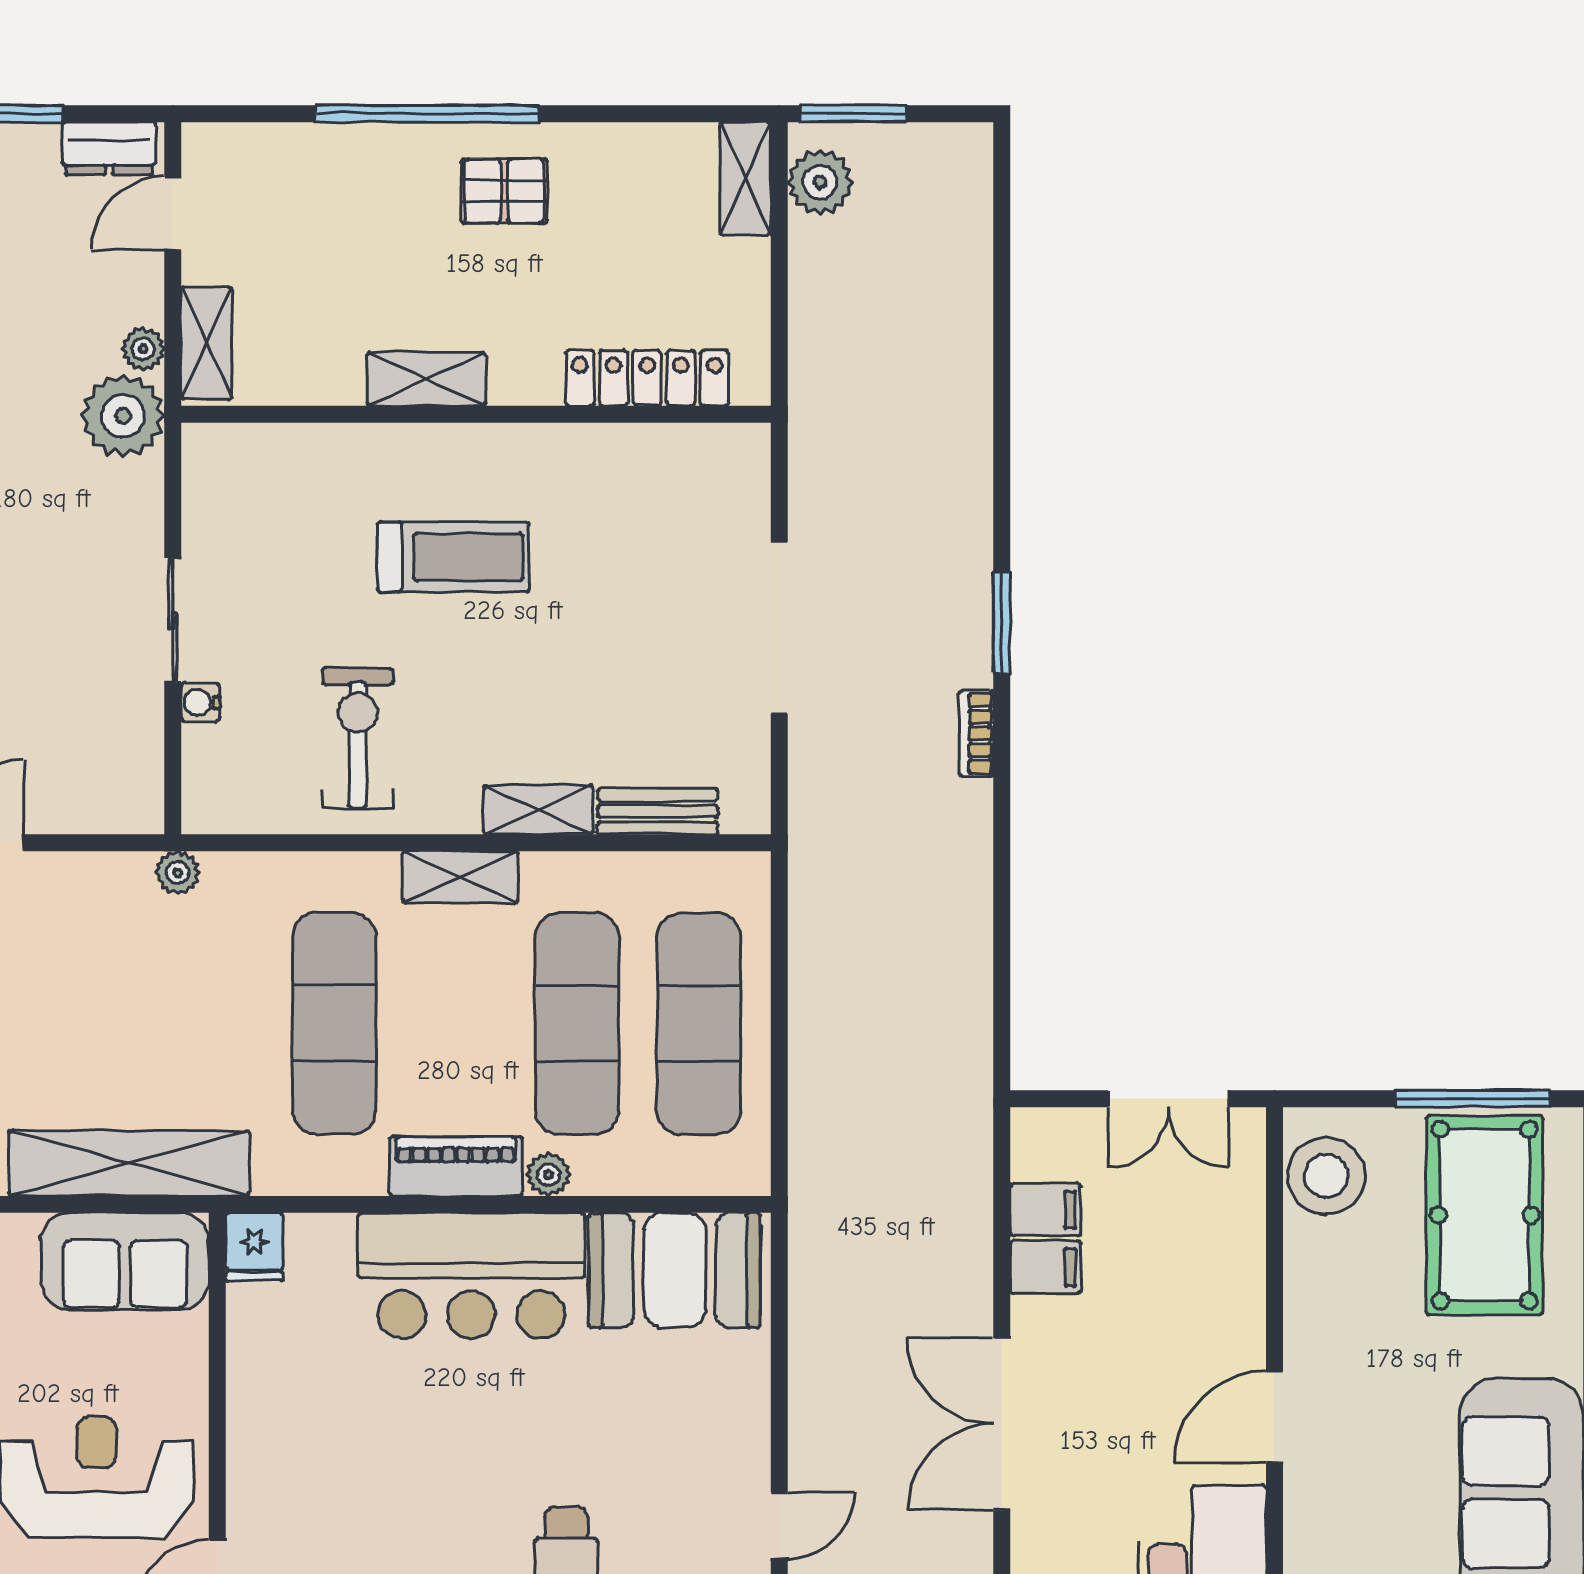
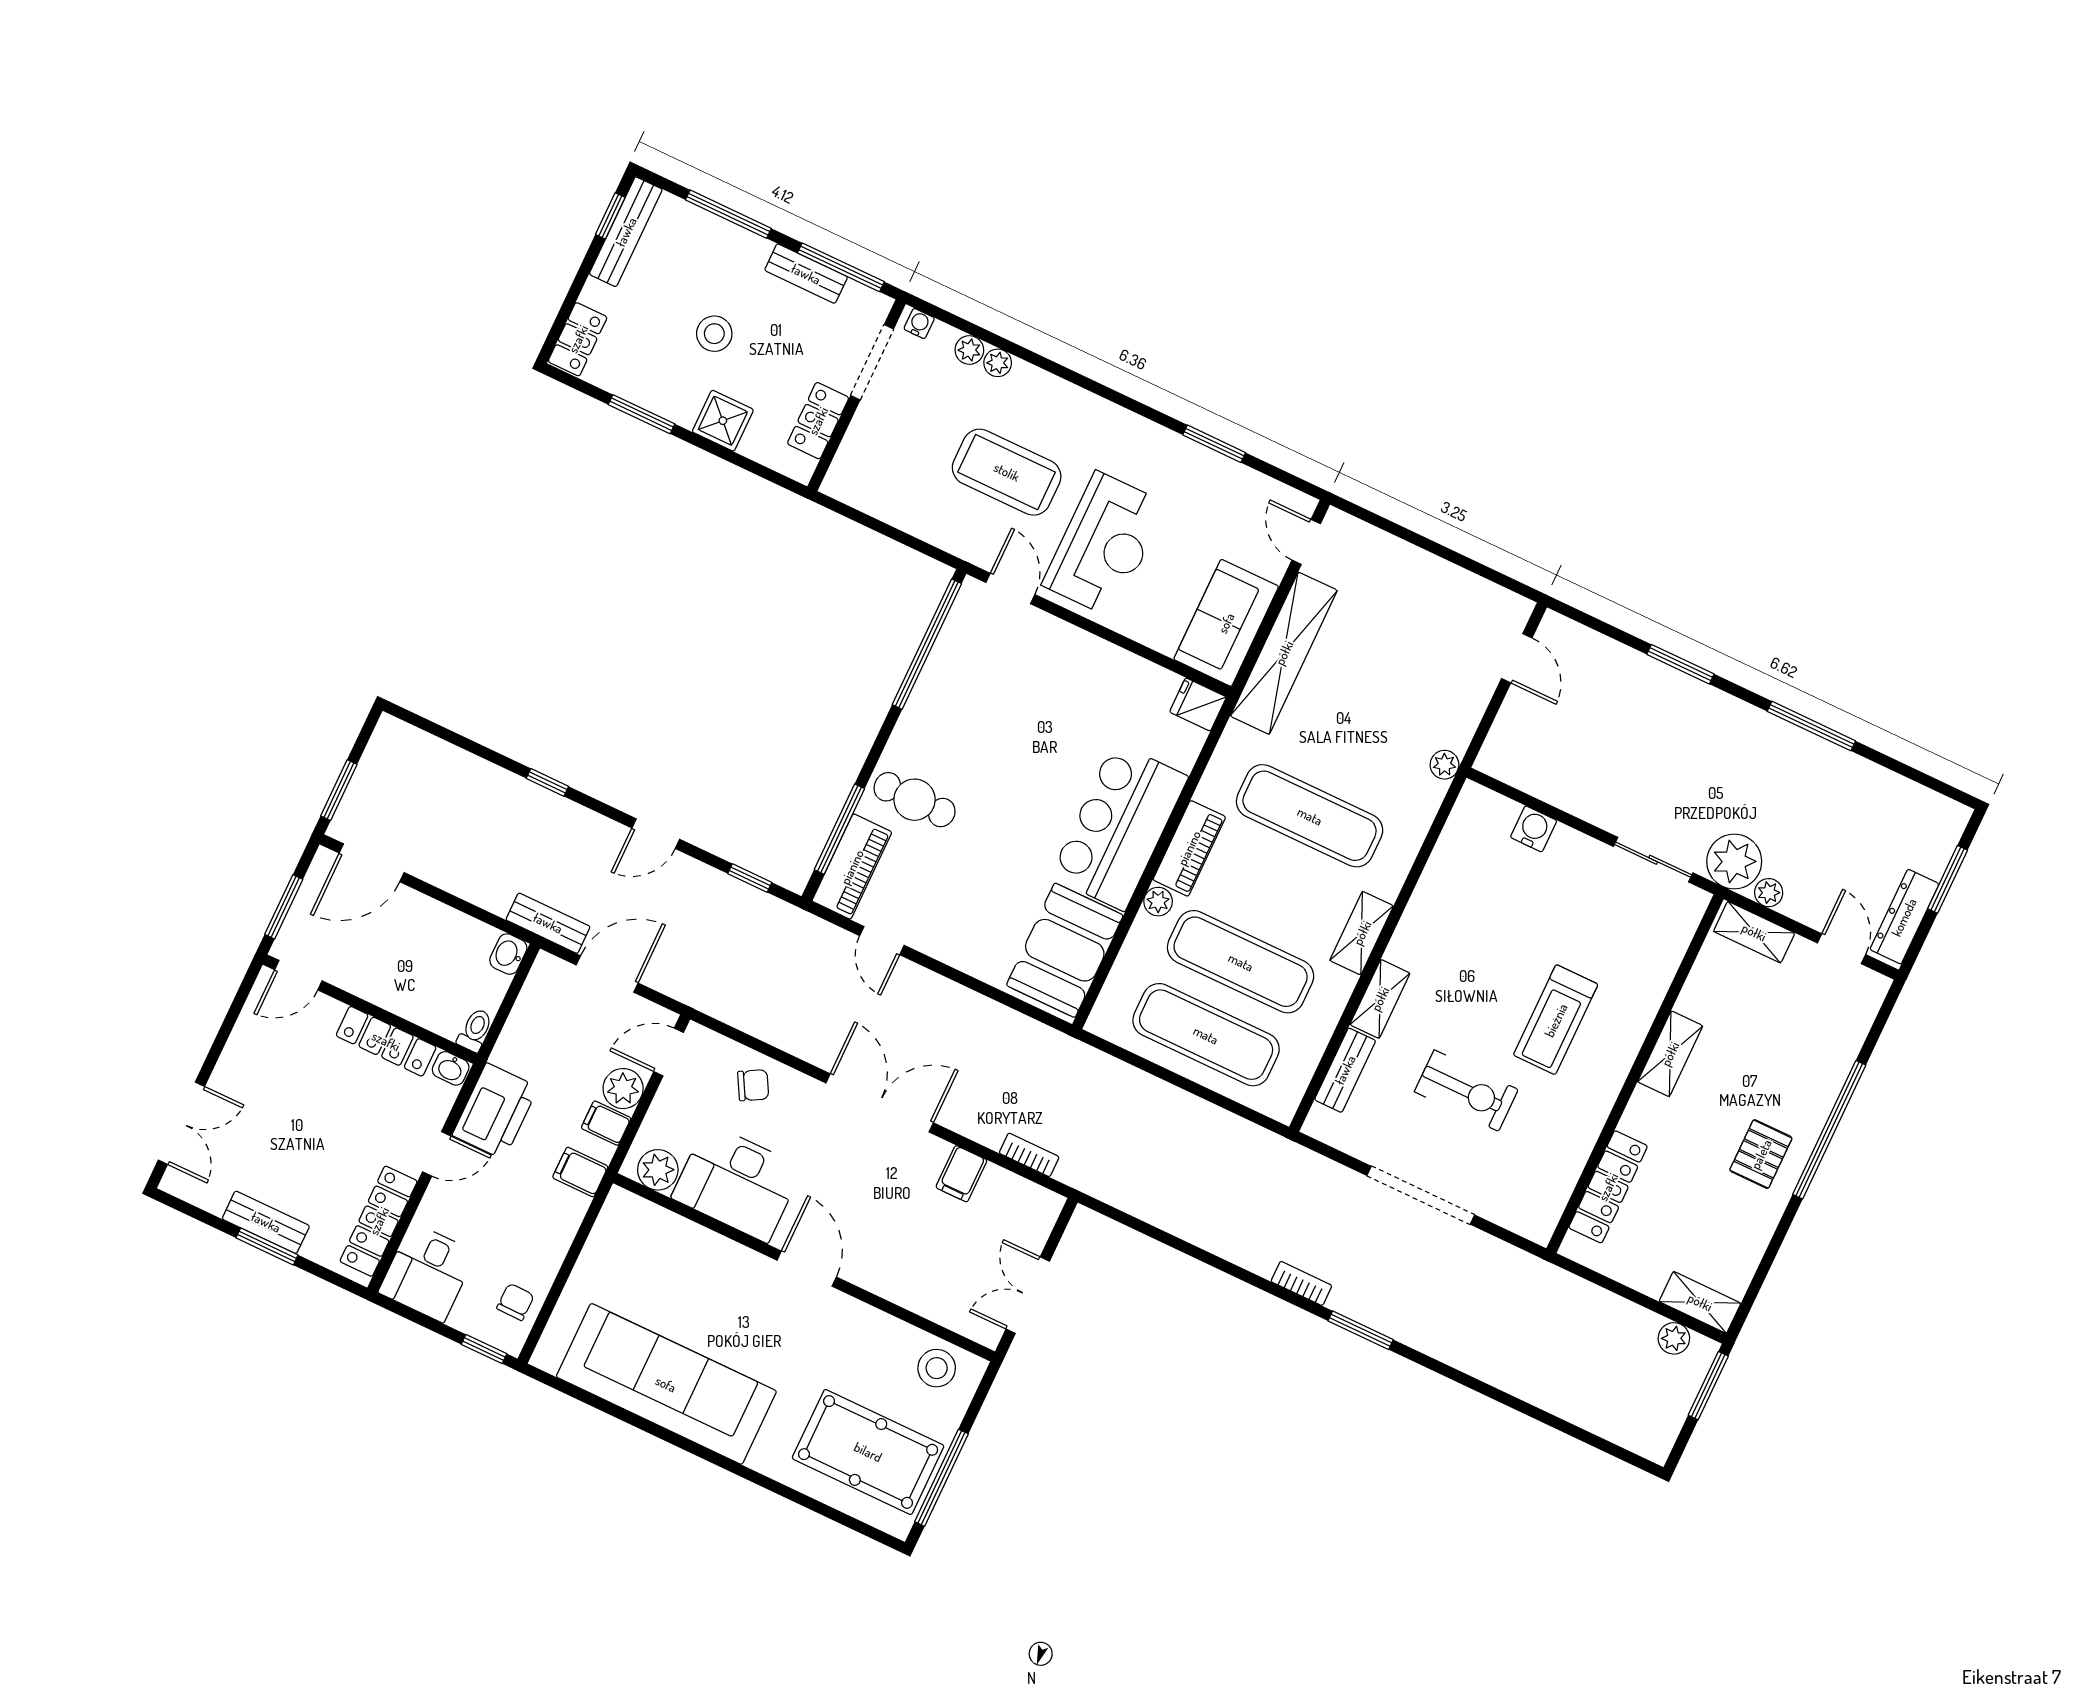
dresser: (109, 148) -> (1904, 917), width x1.44
plant: (820, 182) -> (1674, 1338), width x0.73, depth x0.73
sliding door: (173, 620) -> (1653, 860), moved
water cooler: (200, 703) -> (1534, 829), width x1.38, depth x1.38
exercise bike: (358, 738) -> (1466, 1091), moved
stool: (1326, 1176) -> (937, 1368), width x0.73, depth x0.73
bookcase: (976, 1187) -> (1029, 1155), added
filing cabinet: (1045, 1210) -> (996, 1190), removed

